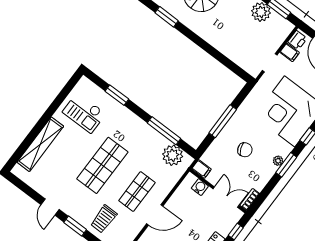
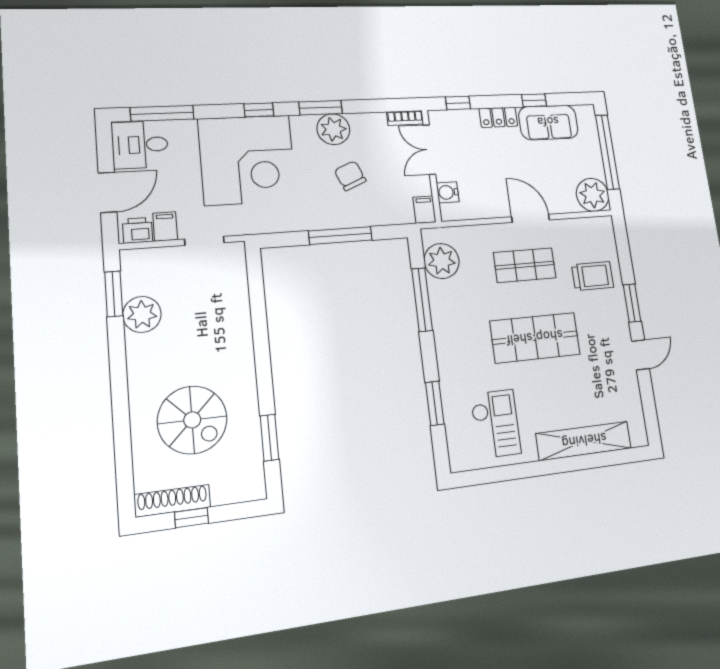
plant: (278, 161) -> (333, 129), width x1.87, depth x1.87

